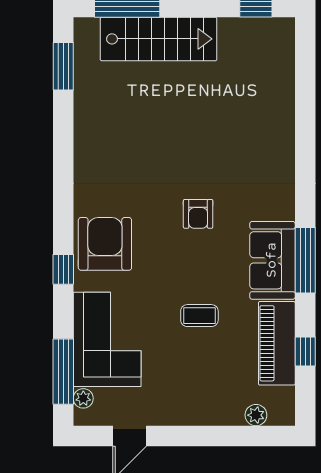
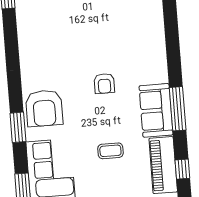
armchair: (105, 244) -> (44, 108), turned 180
window: (63, 269) -> (18, 127), width x1.50

